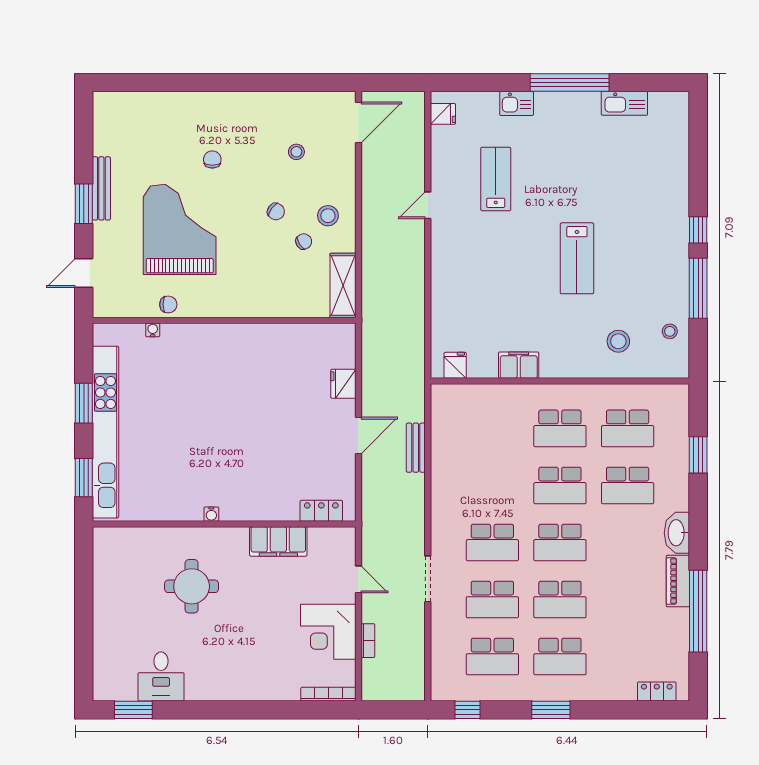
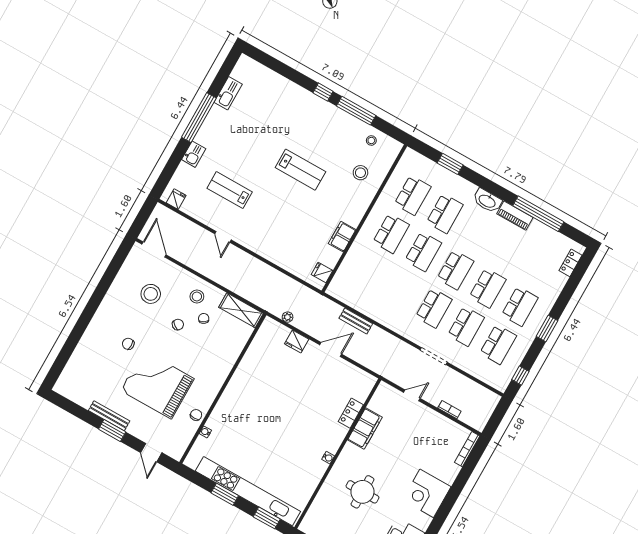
stool: (296, 152) -> (151, 294), width x1.89, depth x1.89
plant: (369, 353) -> (288, 317), added
door: (358, 436) -> (331, 349), hinge flipped
locker: (321, 511) -> (351, 413), moved
corner desk: (328, 632) -> (427, 493), moved, turned 90

